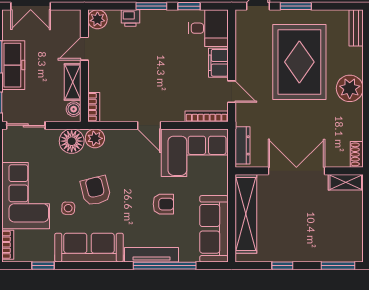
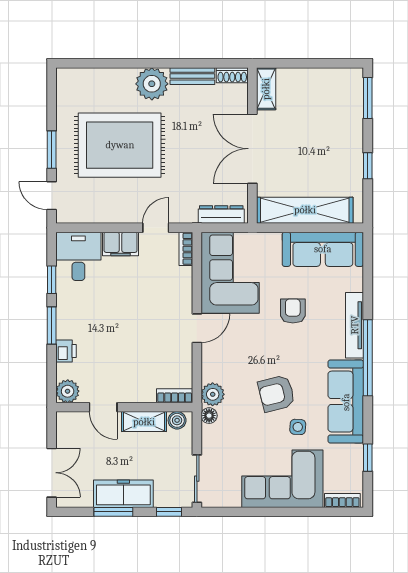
bench: (356, 28) -> (192, 76), moved
bookcase: (207, 116) -> (186, 249), width x0.64
floor lamp: (72, 141) -> (209, 416), width x0.53, depth x0.53
window: (165, 266) -> (368, 358), moved

